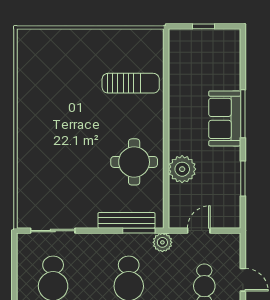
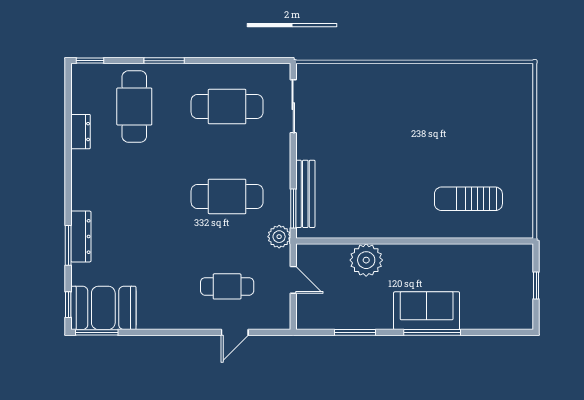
sun lounger: (131, 83) -> (468, 199), turned 90
round table: (134, 162) -> (375, 203), removed

